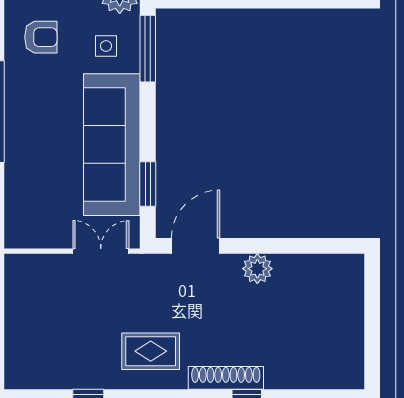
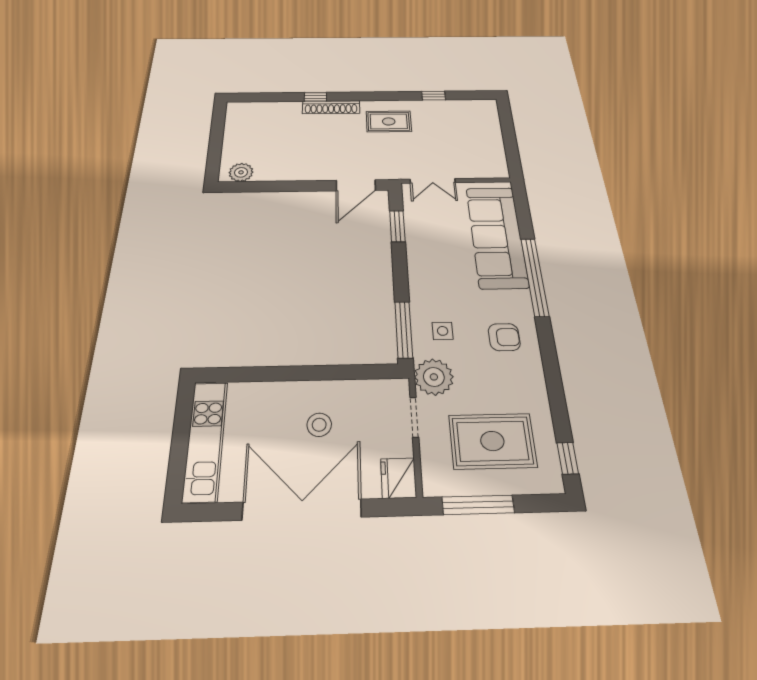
armchair: (41, 37) -> (504, 337), turned 180
sofa: (112, 145) -> (497, 236), moved, turned 180
plant: (257, 269) -> (241, 172), moved

